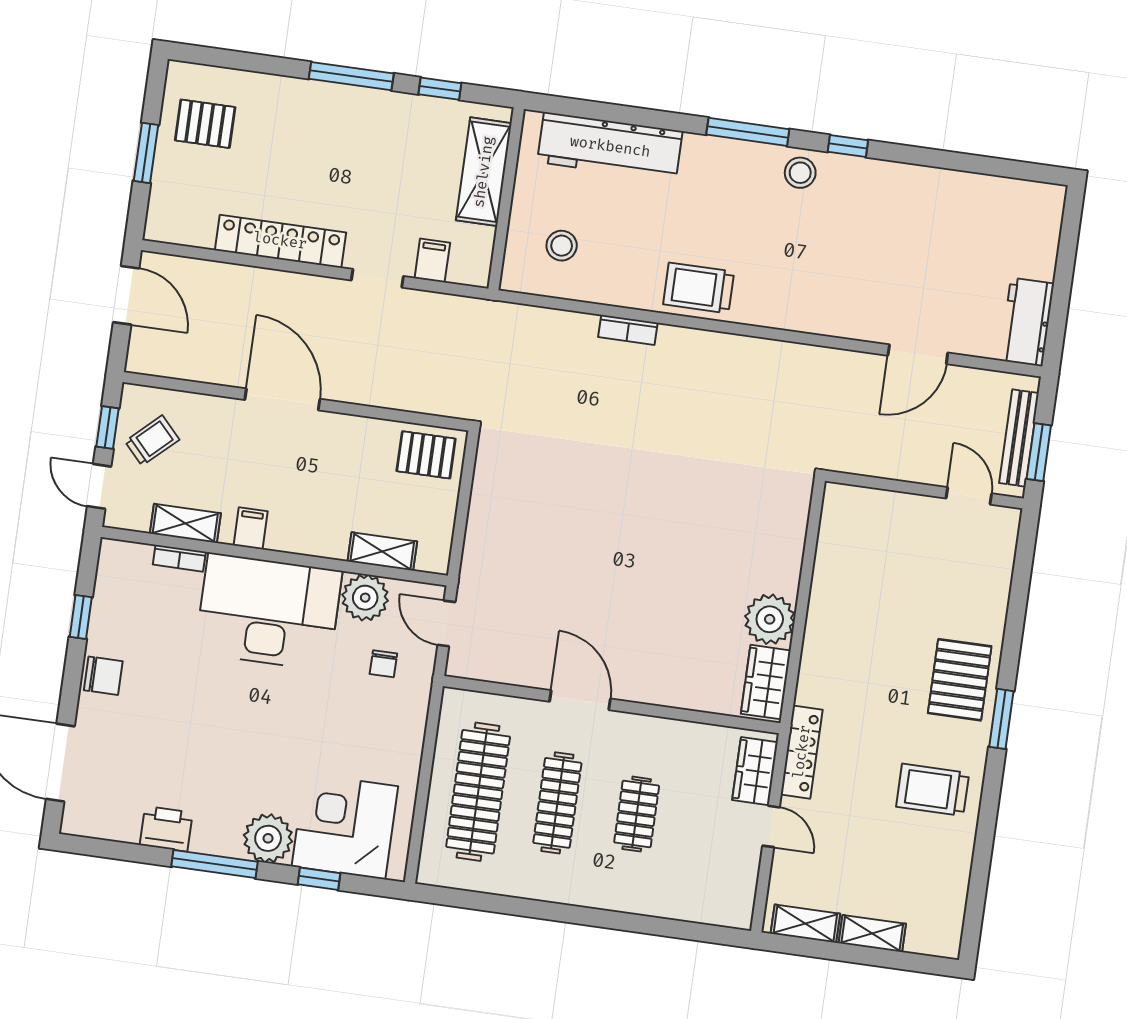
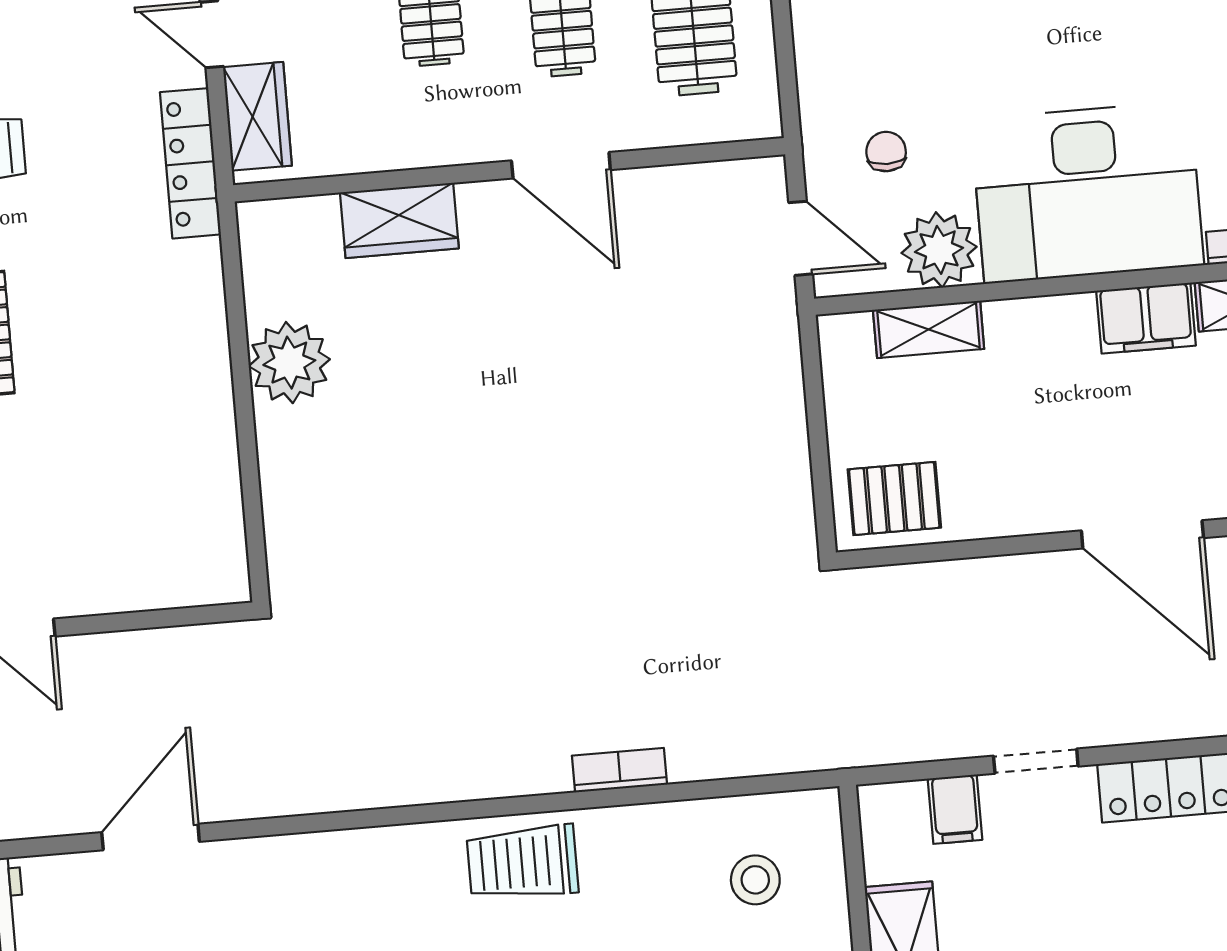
trolley: (699, 288) -> (523, 862), turned 180
filing cabinet: (251, 528) -> (1146, 318), width x2.00
wardrobe: (766, 682) -> (399, 220), moved, turned 90

